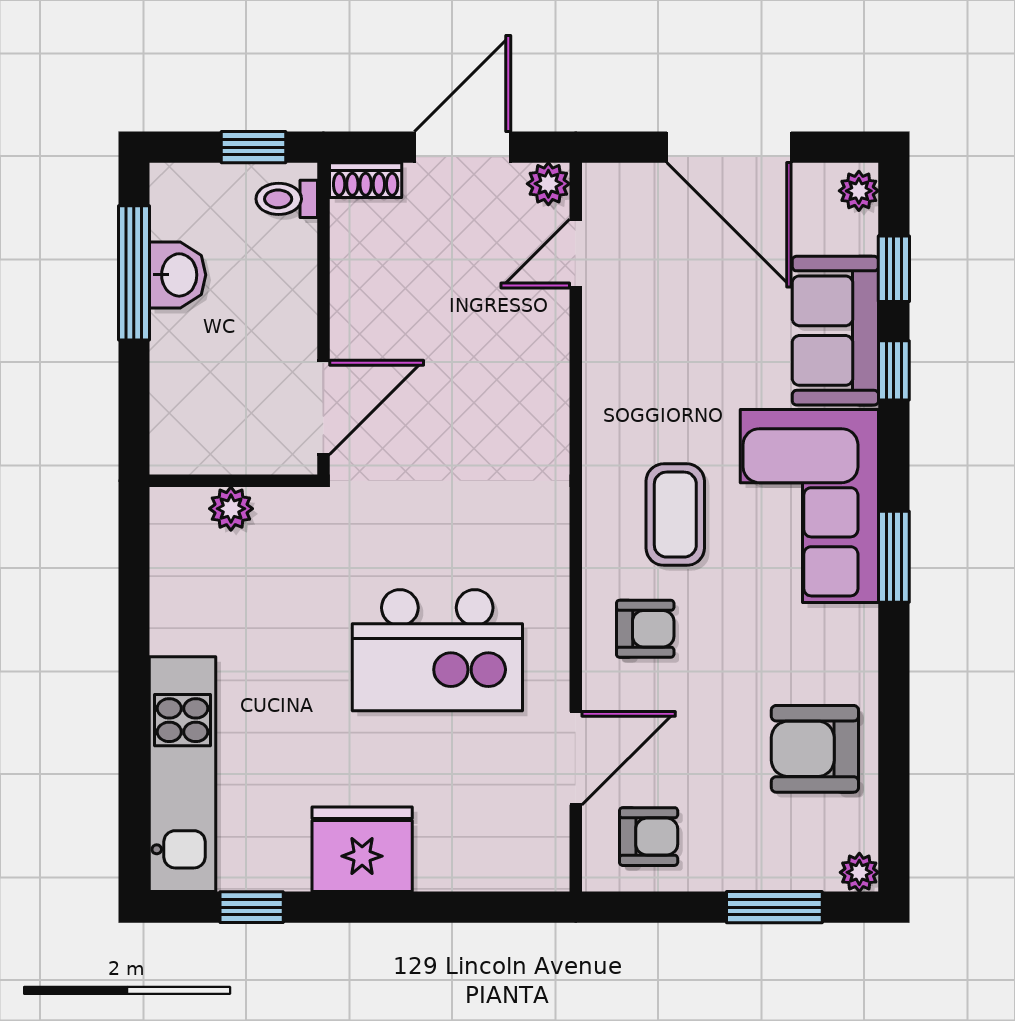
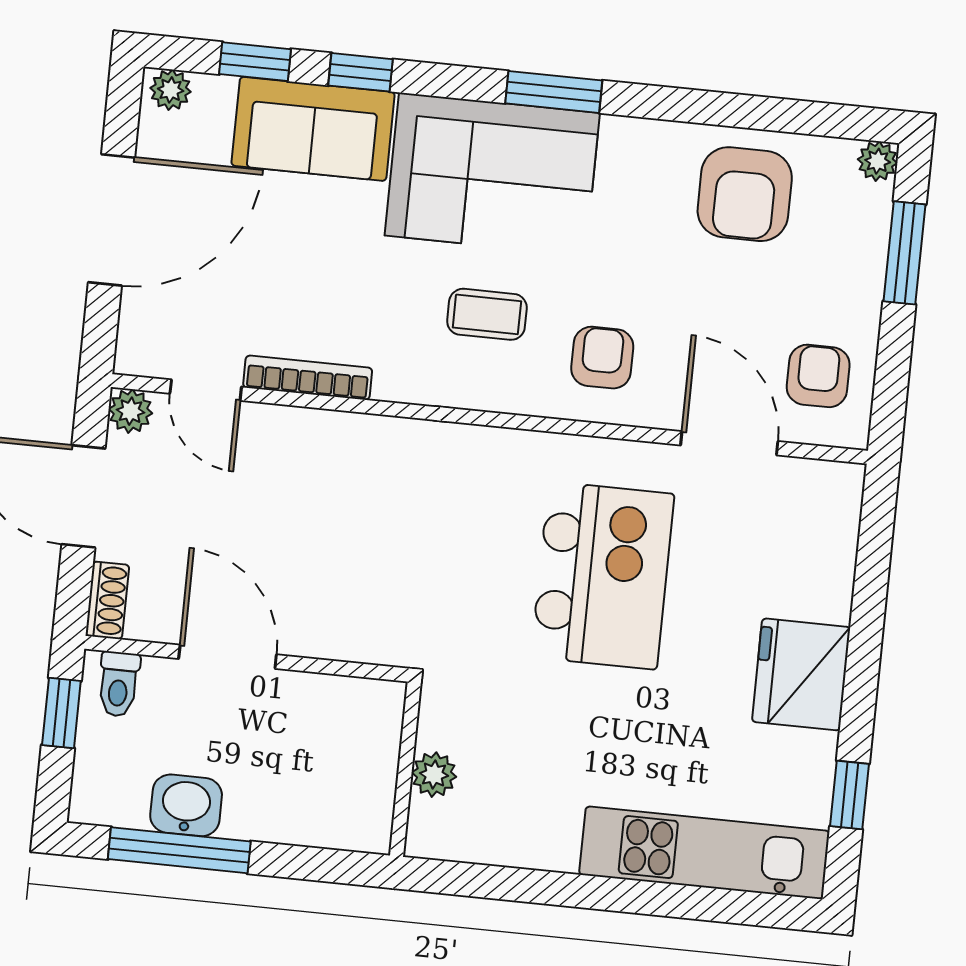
bookcase: (597, 350) -> (308, 378), added
door: (323, 407) -> (228, 657), moved
coffee table: (675, 515) -> (487, 314), width x0.73, depth x0.77

